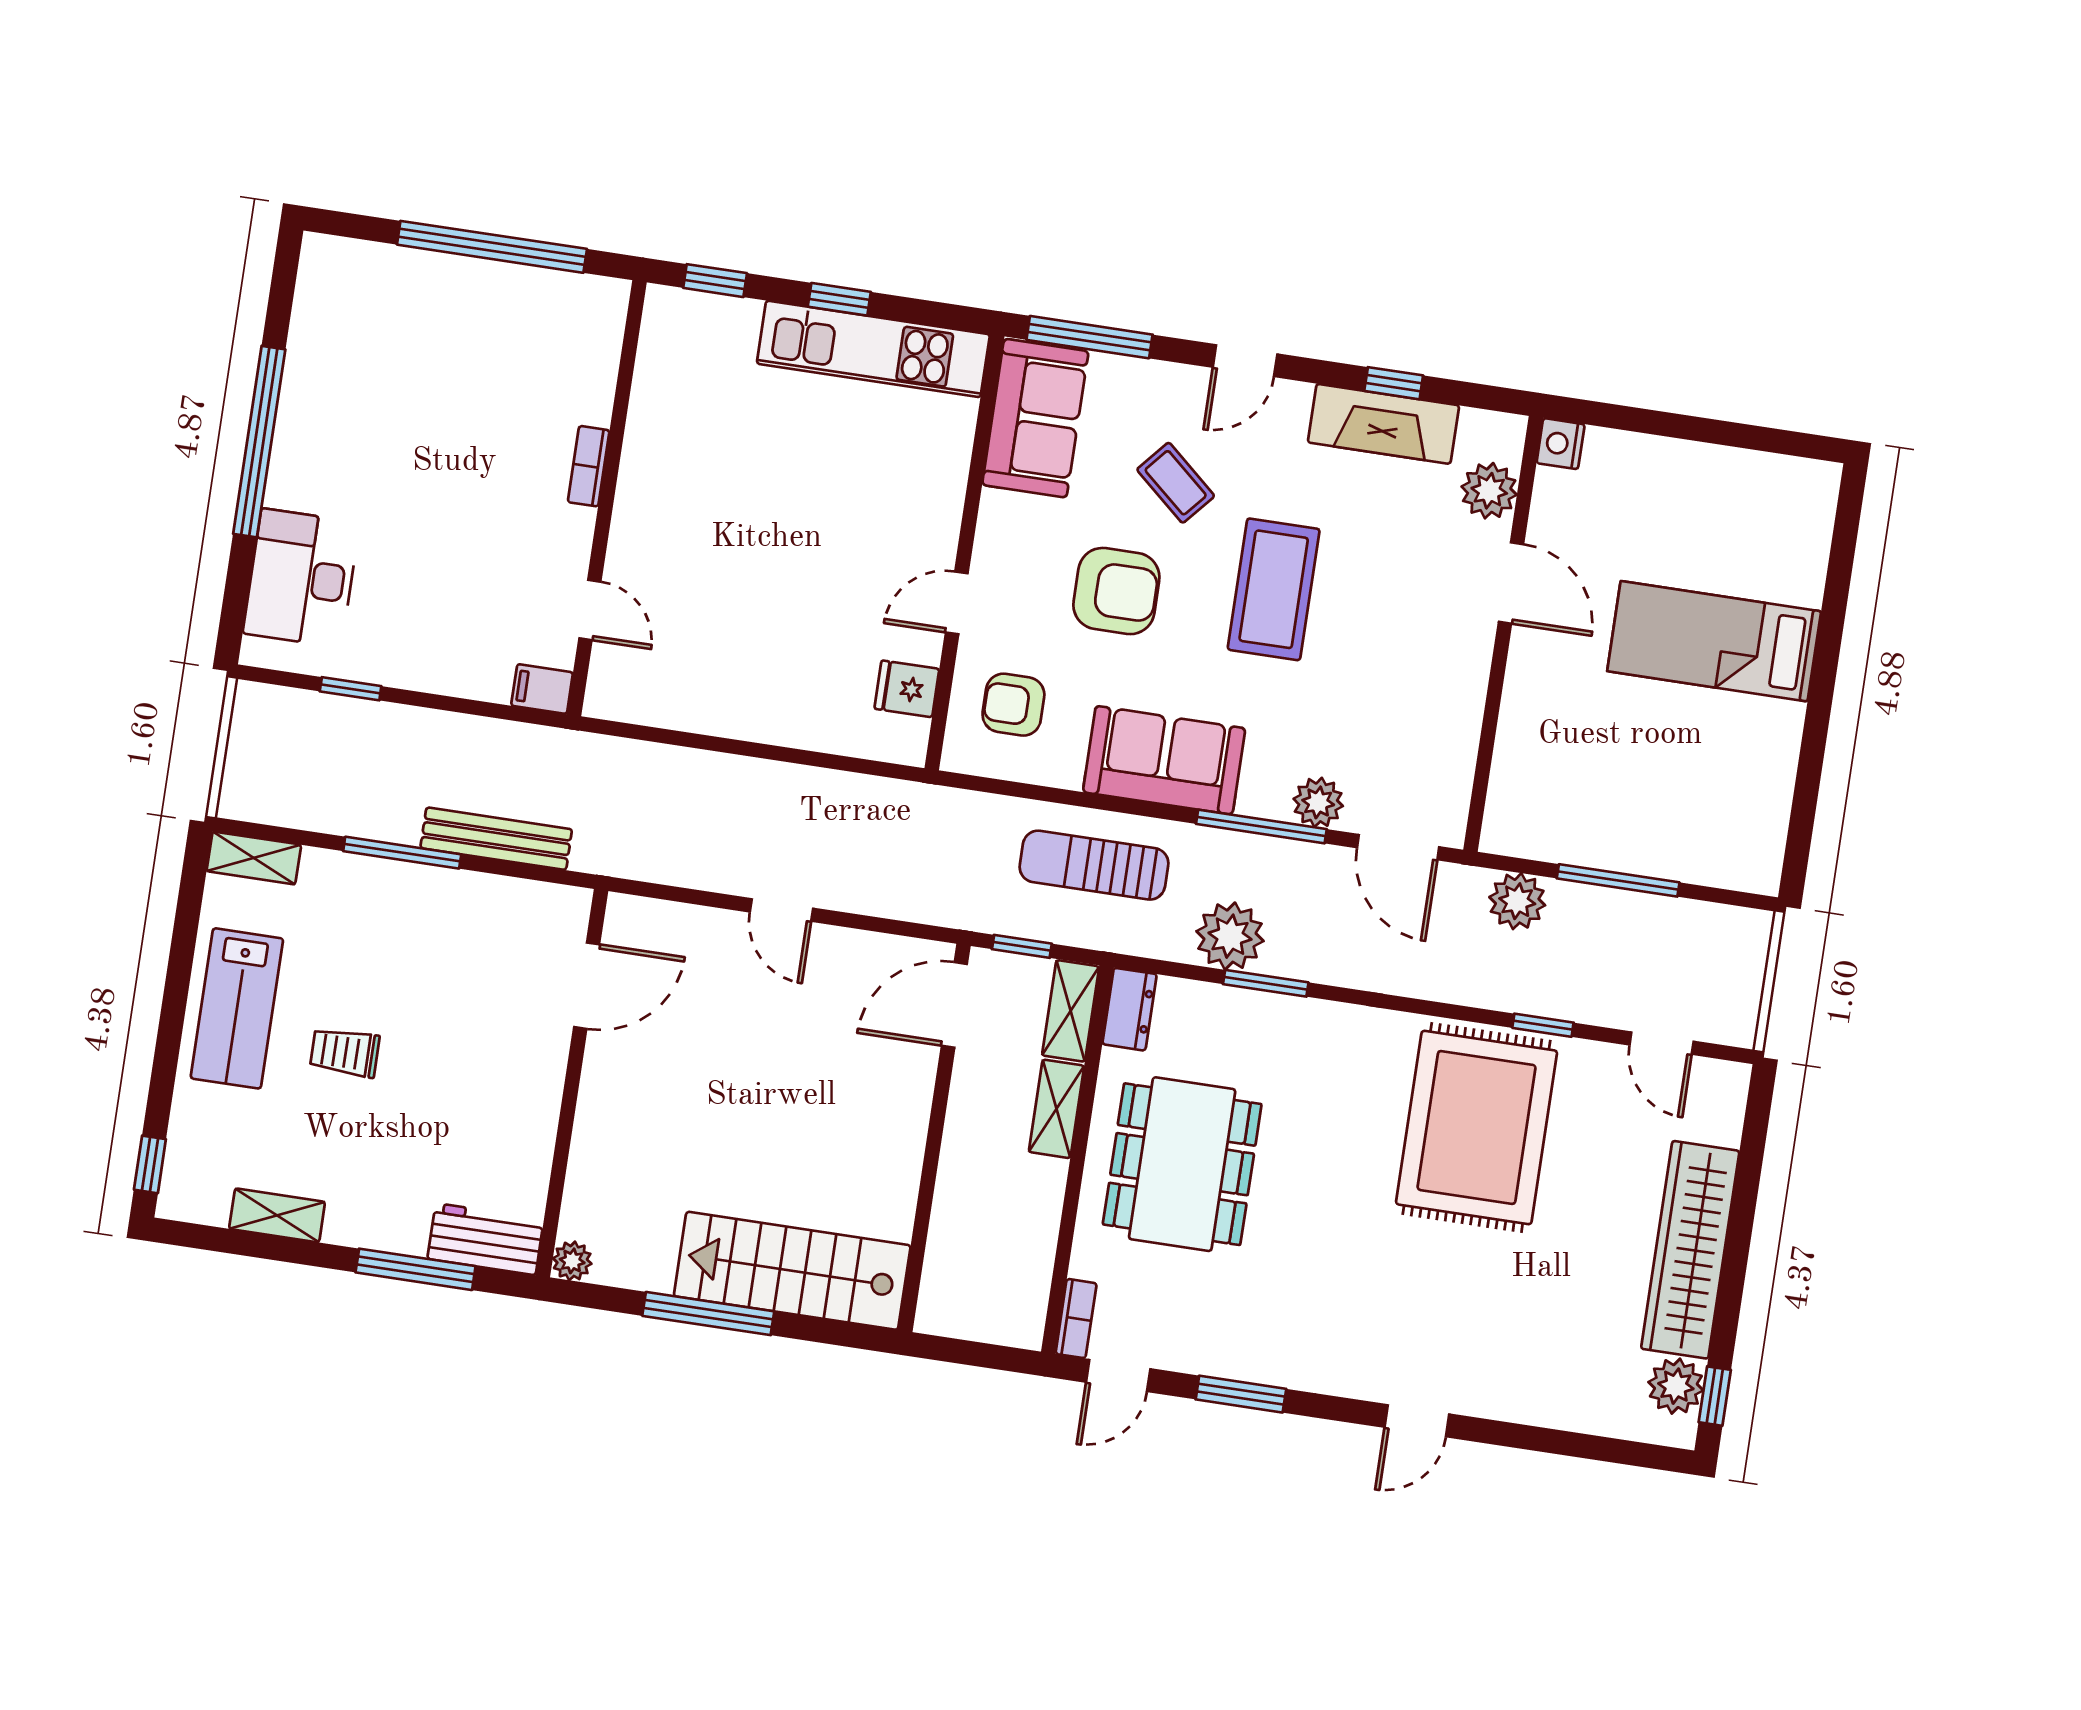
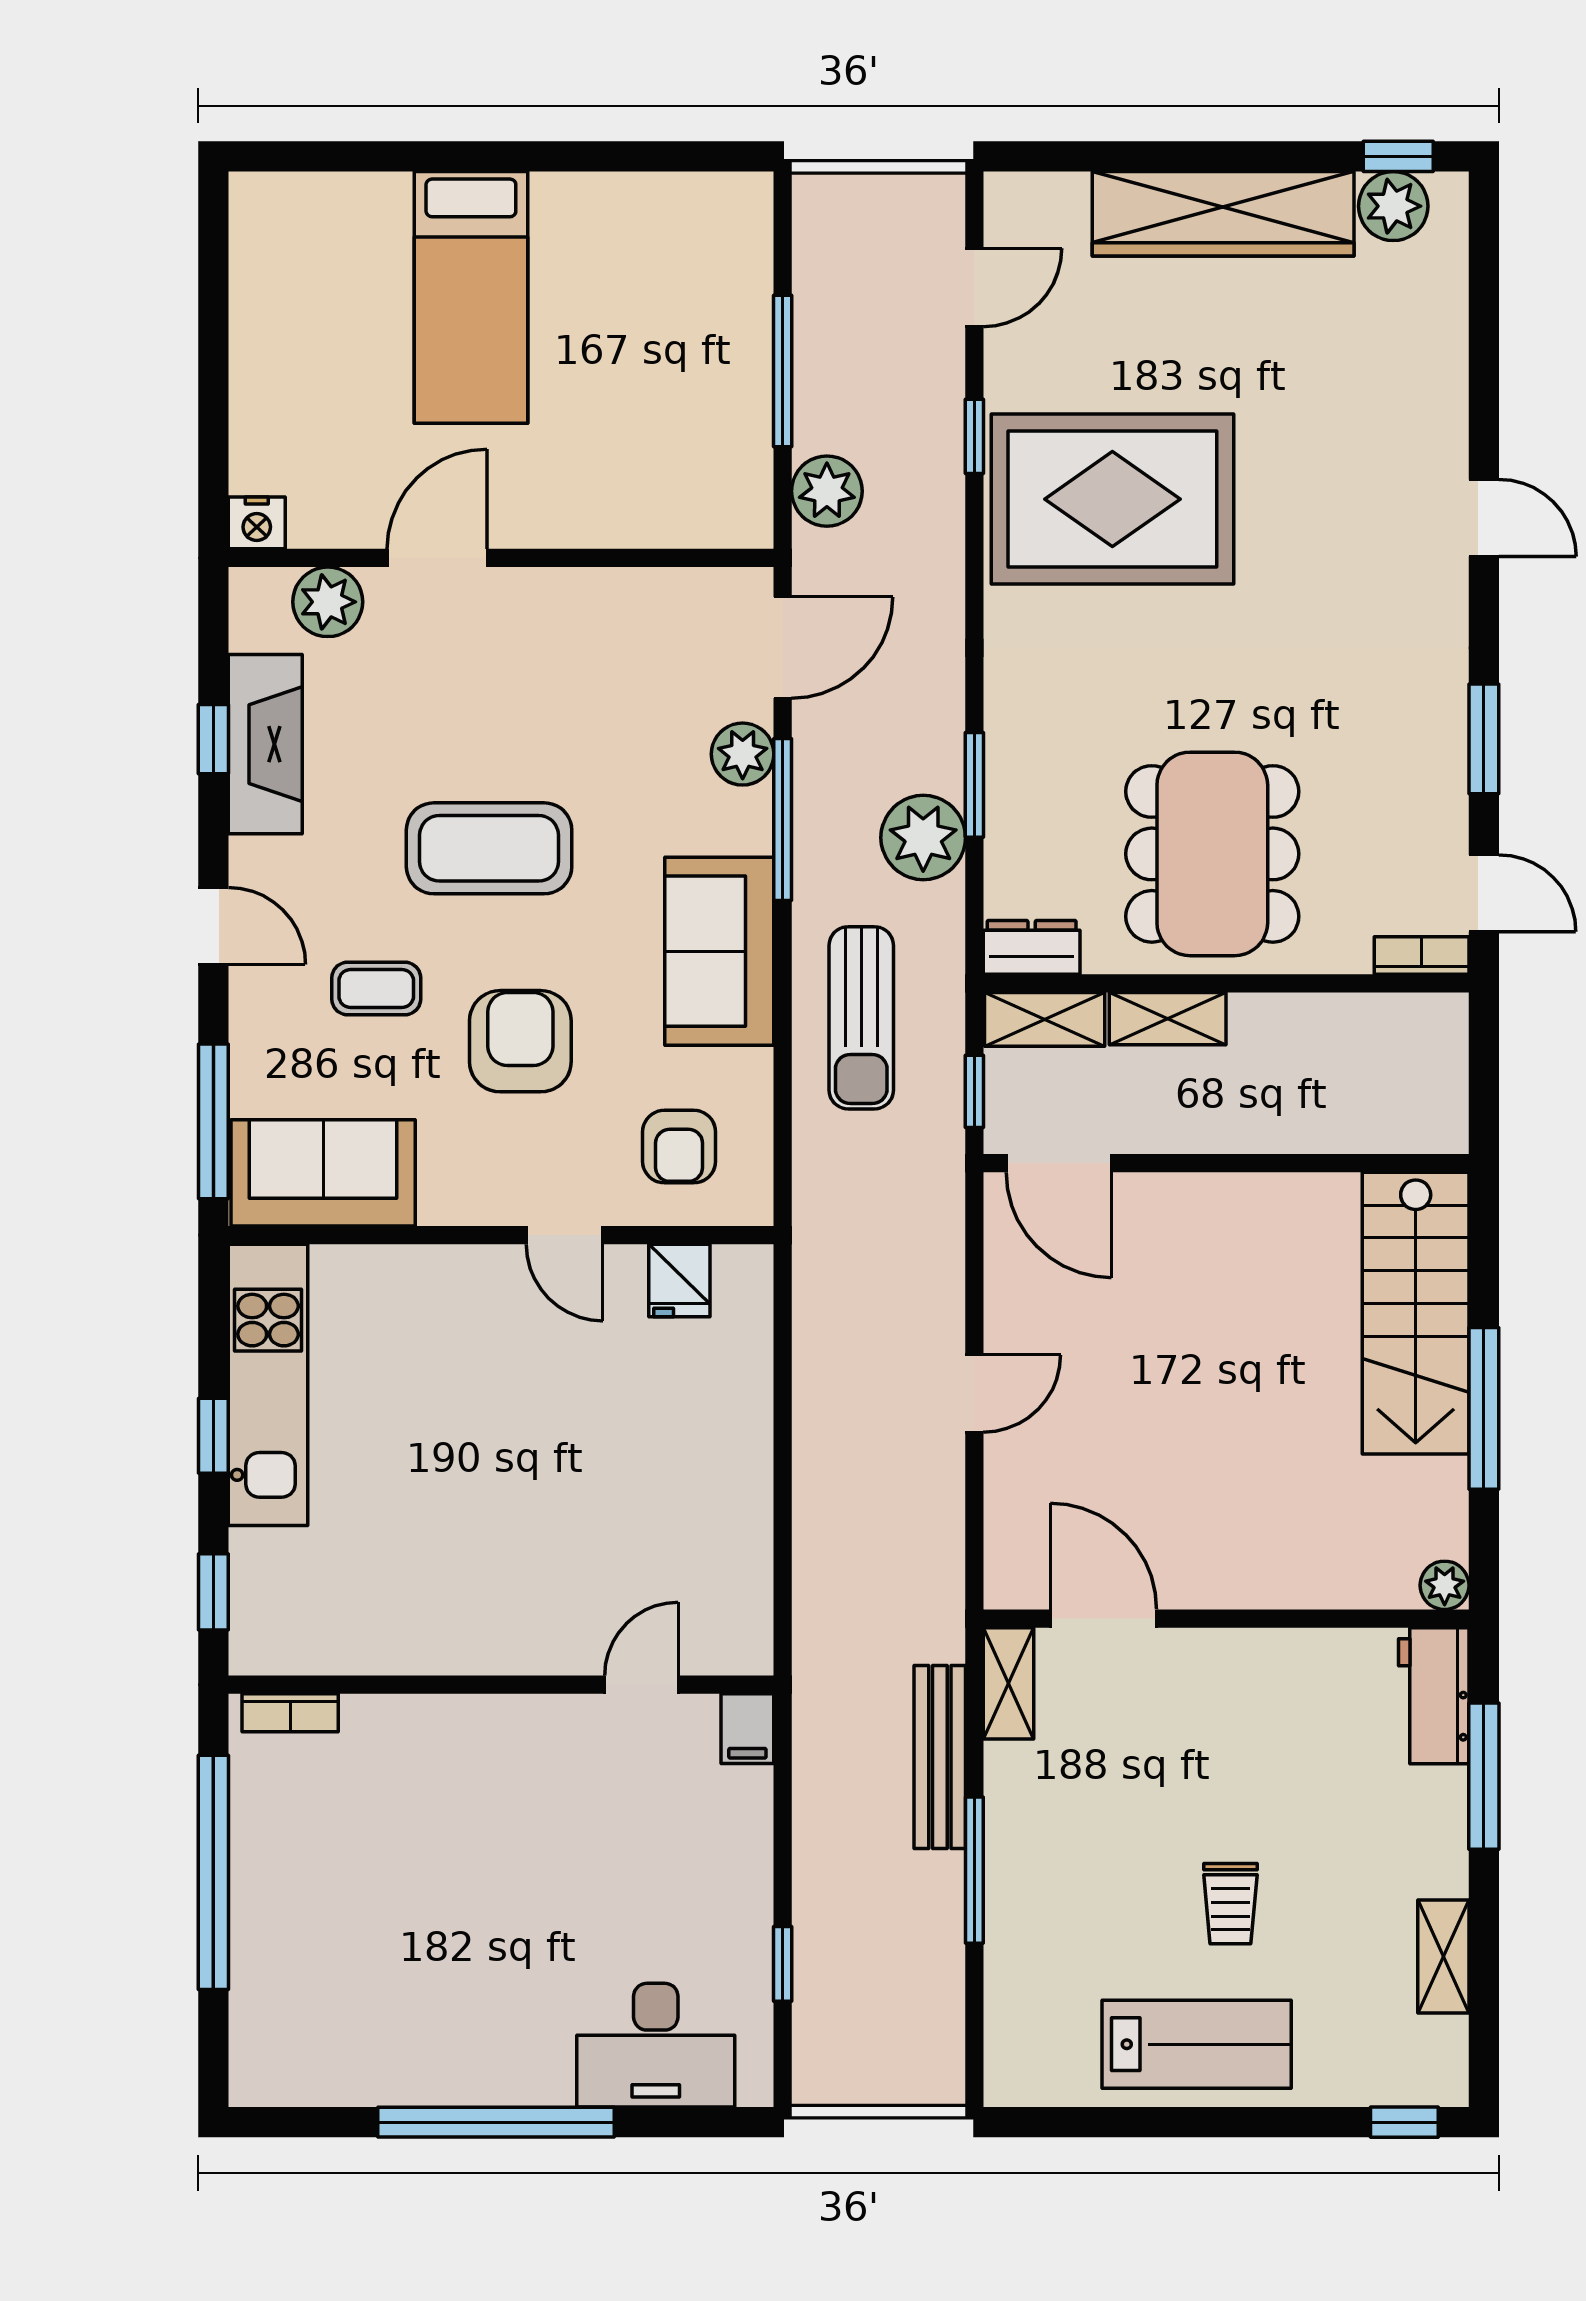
bookcase: (589, 466) -> (290, 1713), moved
coffee table: (1176, 483) -> (376, 989), turned 49
shelving: (254, 858) -> (1009, 1683), moved
dining table: (1182, 1164) -> (1212, 854), turned 90

